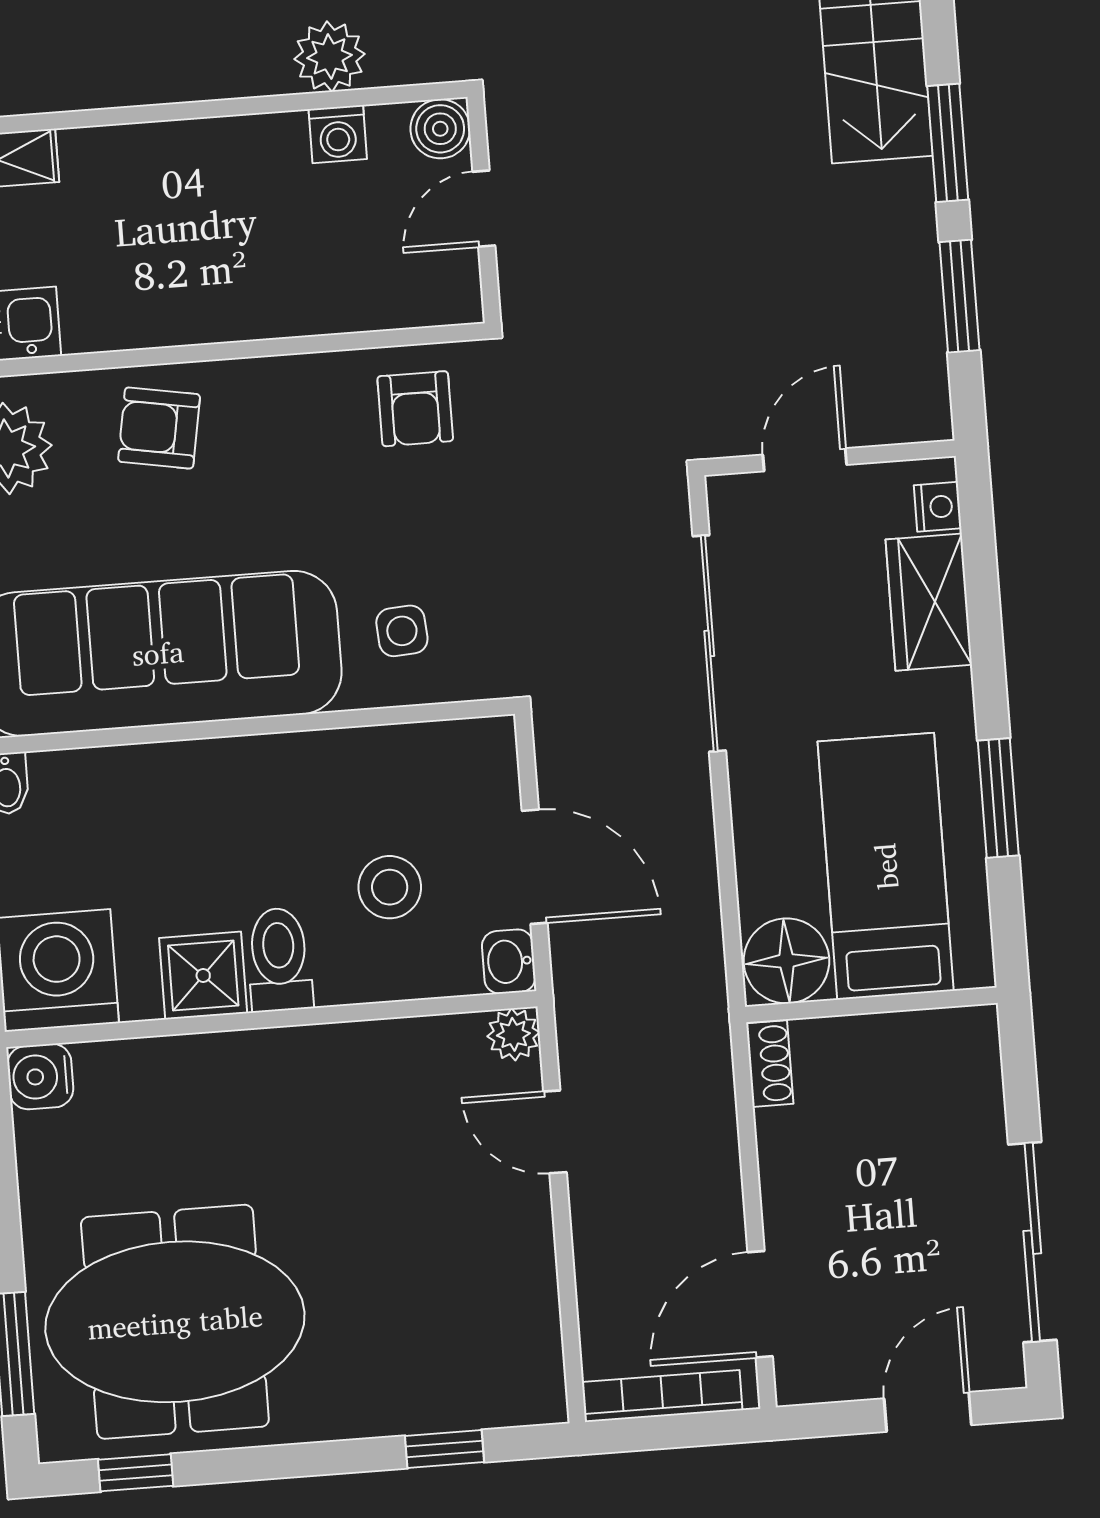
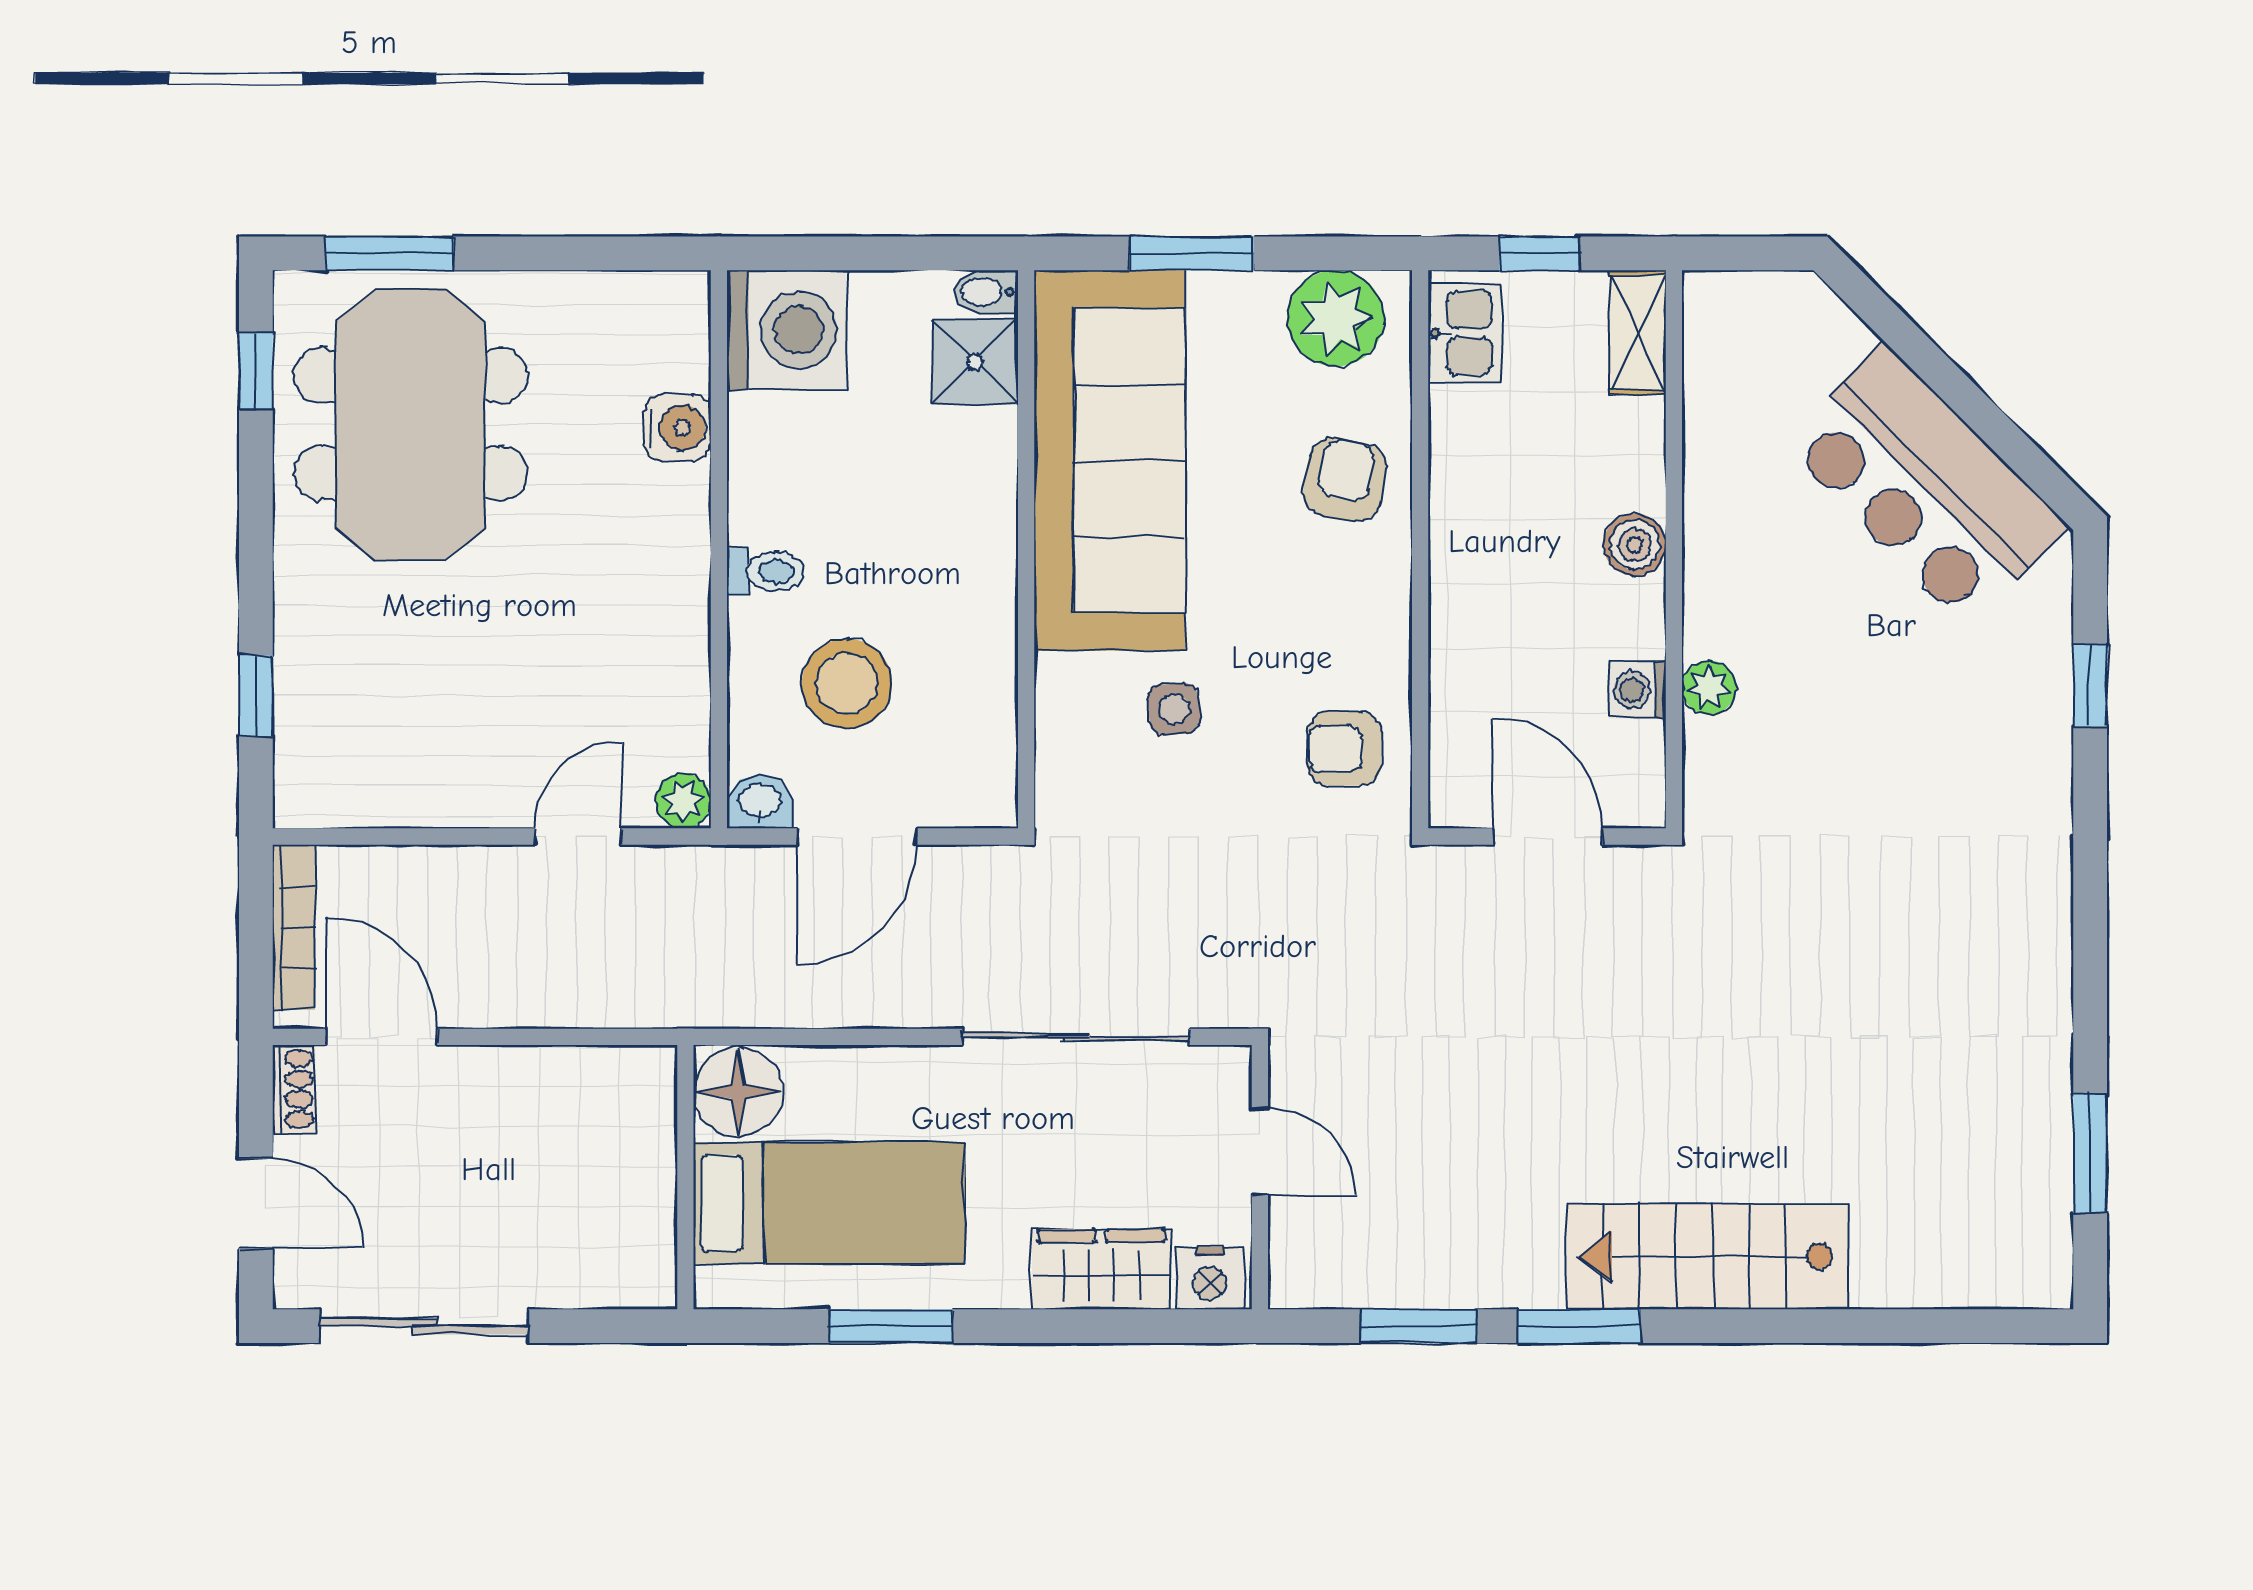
plant: (330, 56) -> (1709, 688), width x0.73, depth x0.73
boiler: (440, 129) -> (1635, 545), moved
door: (484, 209) -> (1548, 837), width x1.37
nightstand: (938, 507) -> (1210, 1278), width x1.39, depth x1.35
side table: (402, 631) -> (1174, 709), moved
stool: (390, 887) -> (847, 684), width x1.38, depth x1.38
toilet: (279, 960) -> (765, 571), width x0.73, depth x0.72
shower: (203, 975) -> (975, 362), moved
shoe rack: (770, 1064) -> (294, 1089), moved, turned -90
water cooler: (40, 1077) -> (677, 428), moved, turned 90

